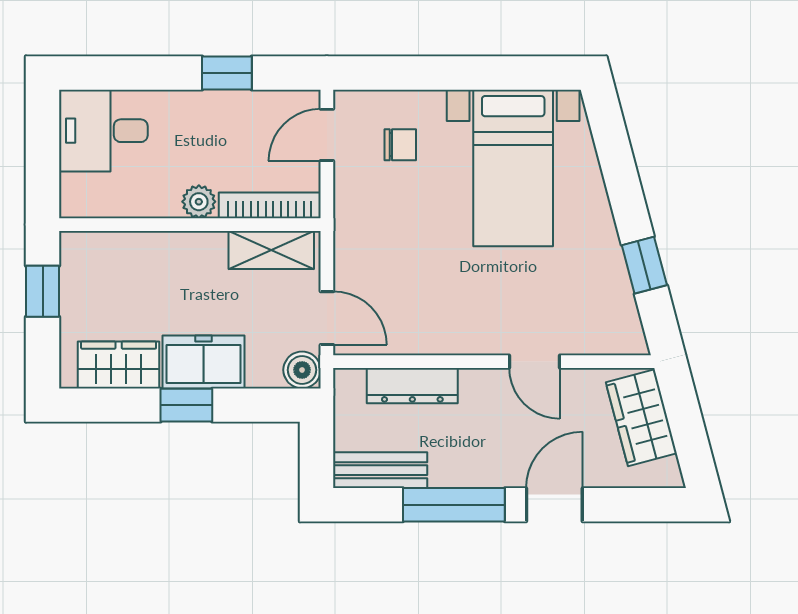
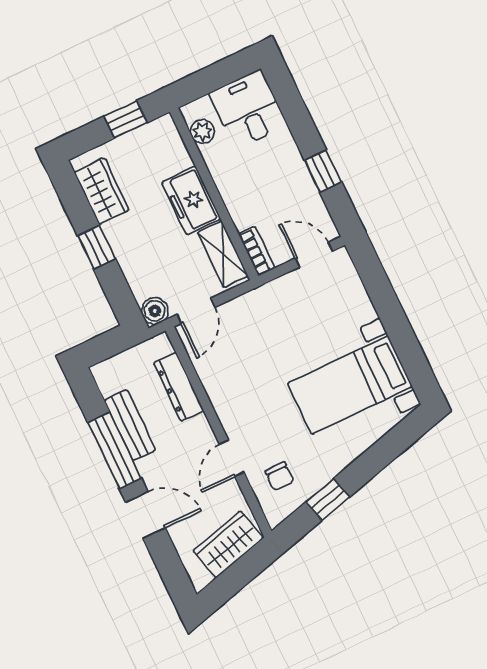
chair: (400, 145) -> (279, 476), moved
plant: (199, 202) -> (202, 132), moved
bookcase: (270, 205) -> (257, 251), width x0.64
freezer: (203, 362) -> (191, 200), moved, turned 180
bench: (380, 470) -> (130, 425), moved

